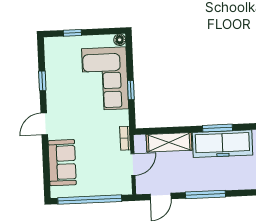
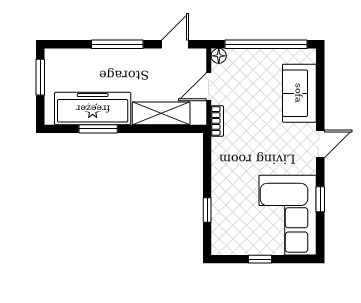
window: (72, 33) -> (260, 259), moved
floor lamp: (120, 40) -> (219, 56), moved
corner sofa: (105, 79) -> (288, 215), moved, turned 180
window: (131, 90) -> (207, 210), moved

